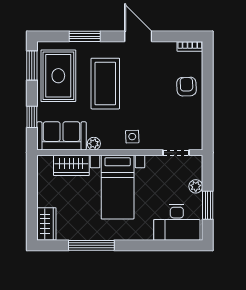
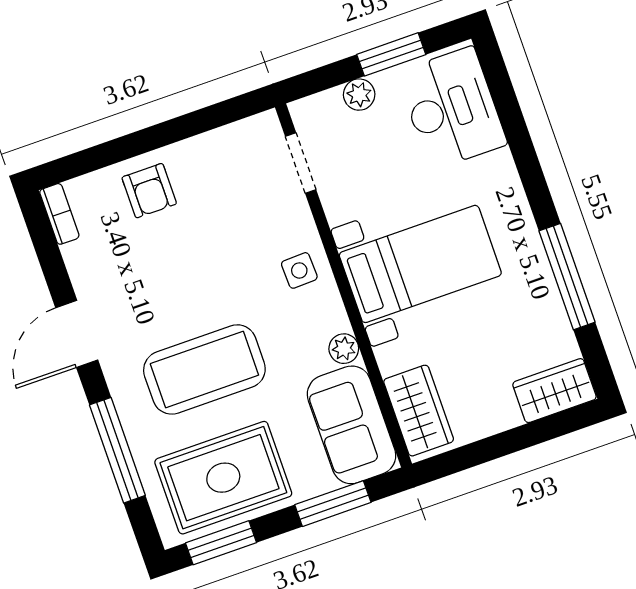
window: (85, 36) -> (117, 450), width x1.44
armchair: (187, 87) -> (149, 191), turned -88
window: (32, 117) -> (333, 504), width x1.50
wardrobe: (71, 165) -> (419, 411), moved

